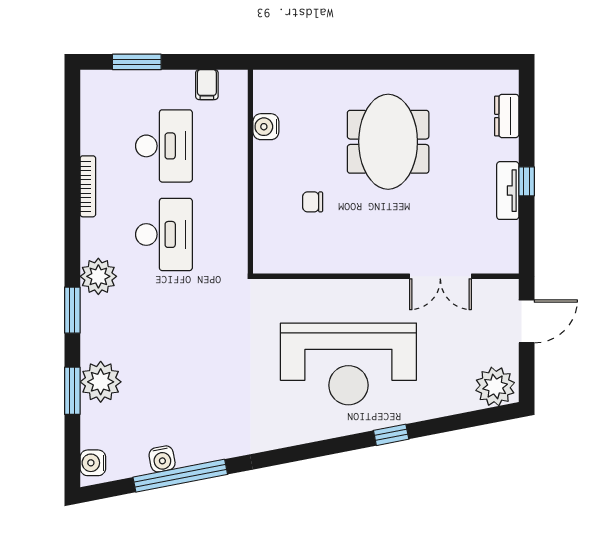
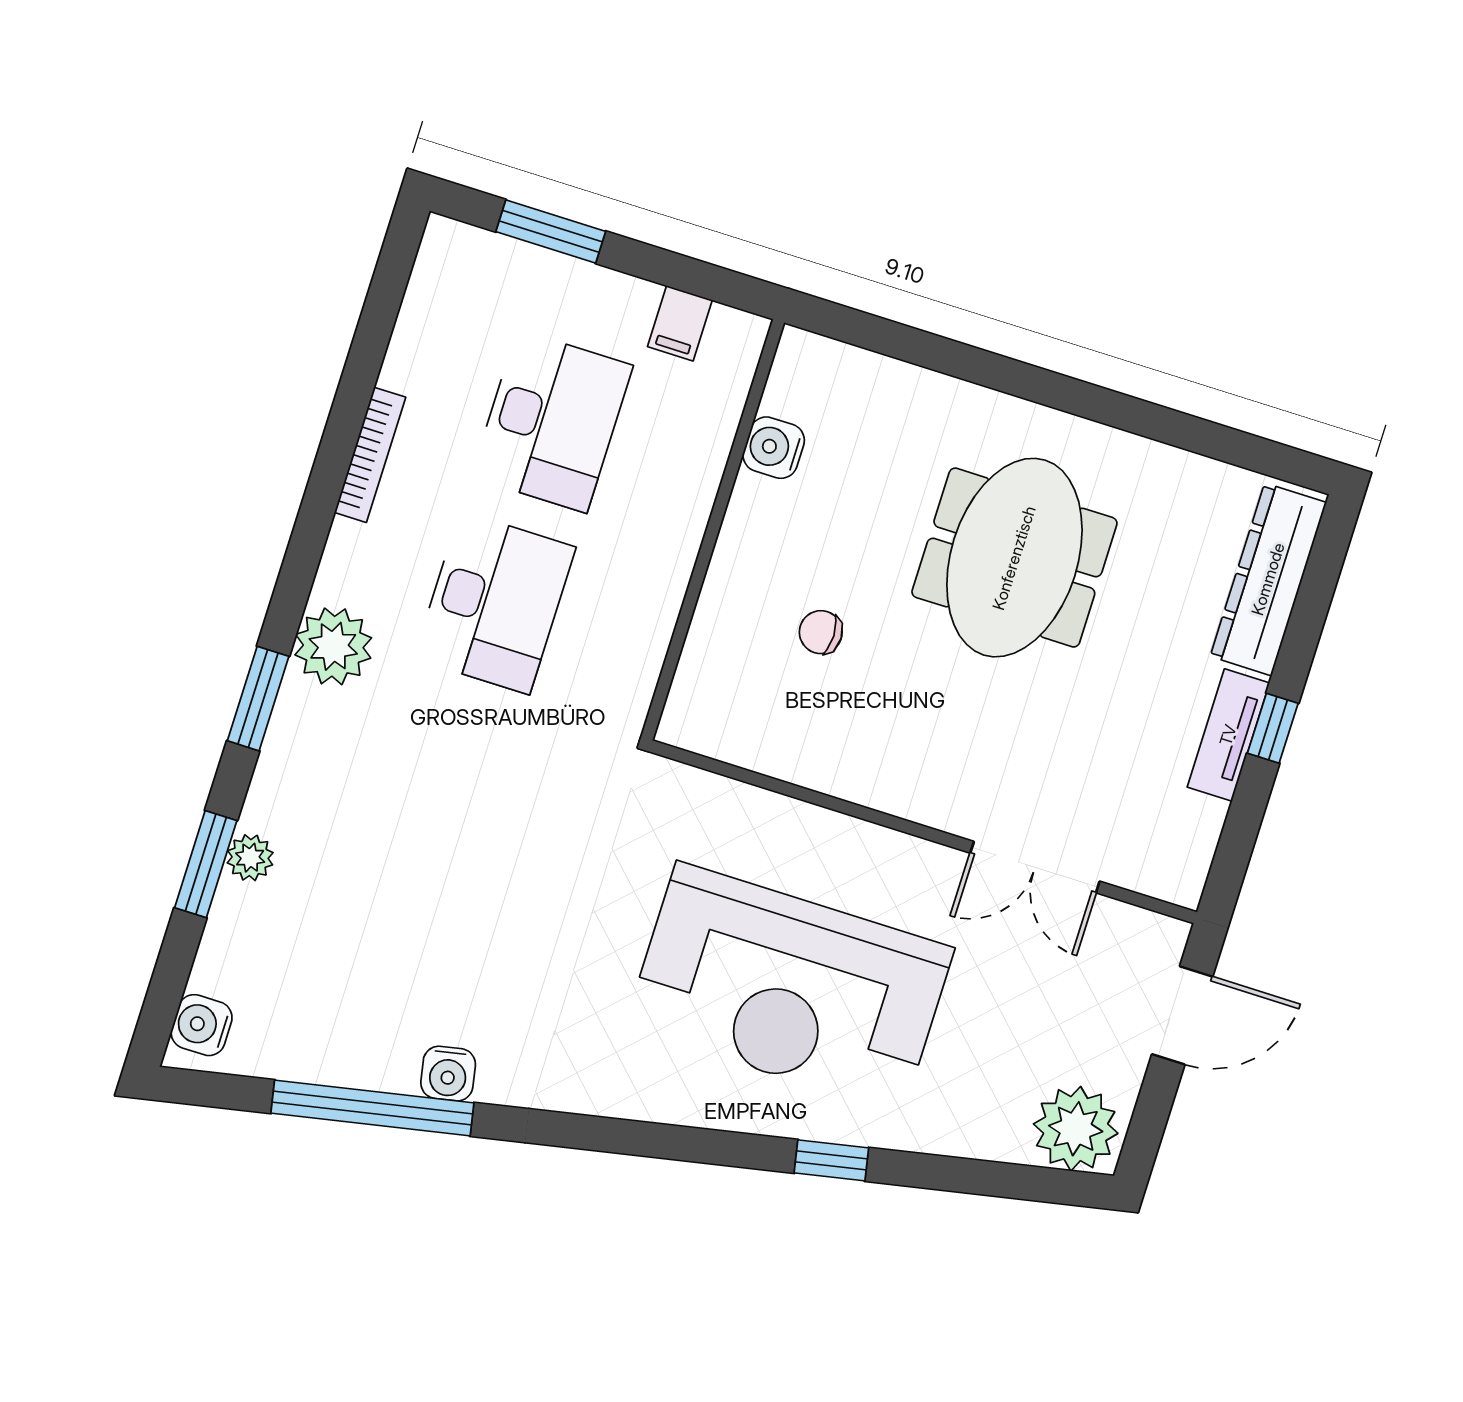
dresser: (507, 116) -> (1268, 579), width x1.96, depth x1.24
plant: (101, 382) -> (250, 858), width x0.53, depth x0.53
water cooler: (162, 459) -> (448, 1074), moved

